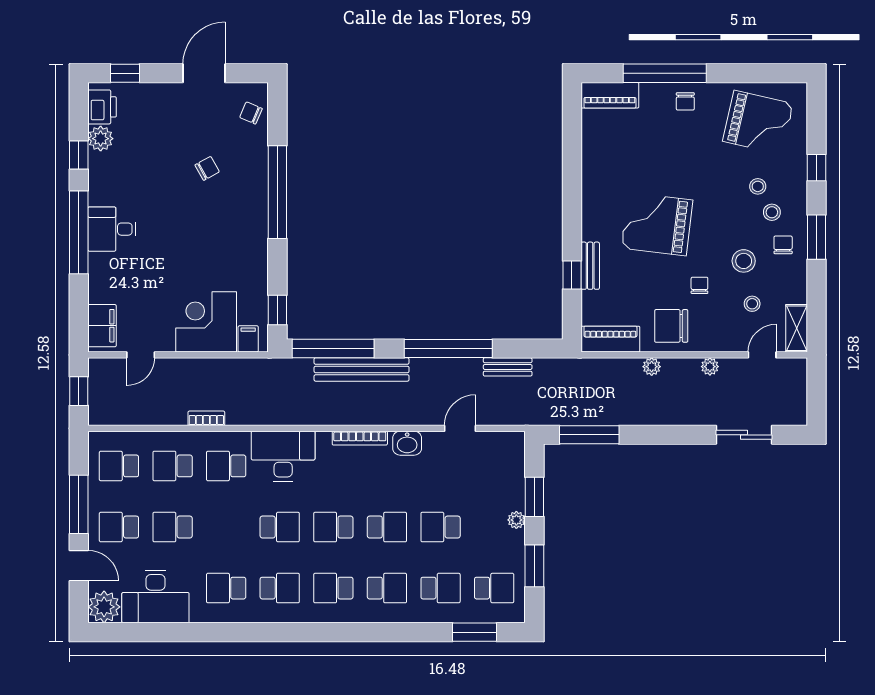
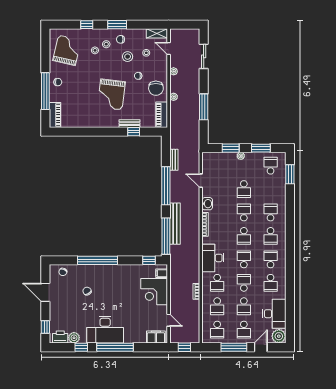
desk: (112, 229) -> (105, 330), width x1.87, depth x1.30
window: (589, 435) -> (204, 107), moved
school desk: (441, 588) -> (244, 283), moved

